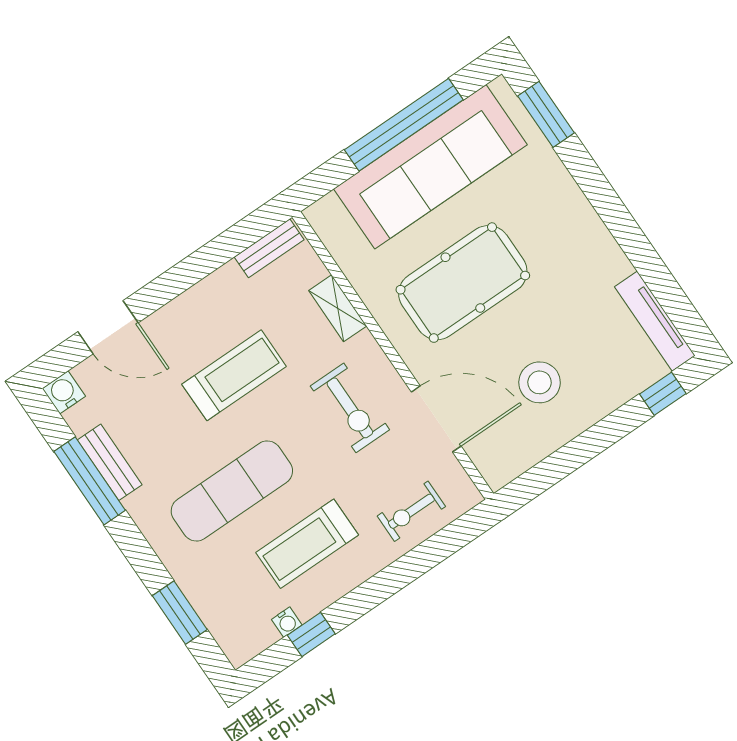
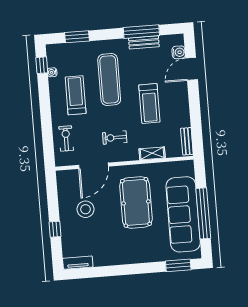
tv unit: (655, 321) -> (78, 263), width x0.71
water cooler: (64, 392) -> (179, 52), moved
window: (663, 394) -> (55, 229), moved
exercise bike: (350, 408) -> (115, 138), width x0.73, depth x0.72
window: (311, 635) -> (42, 65), moved

